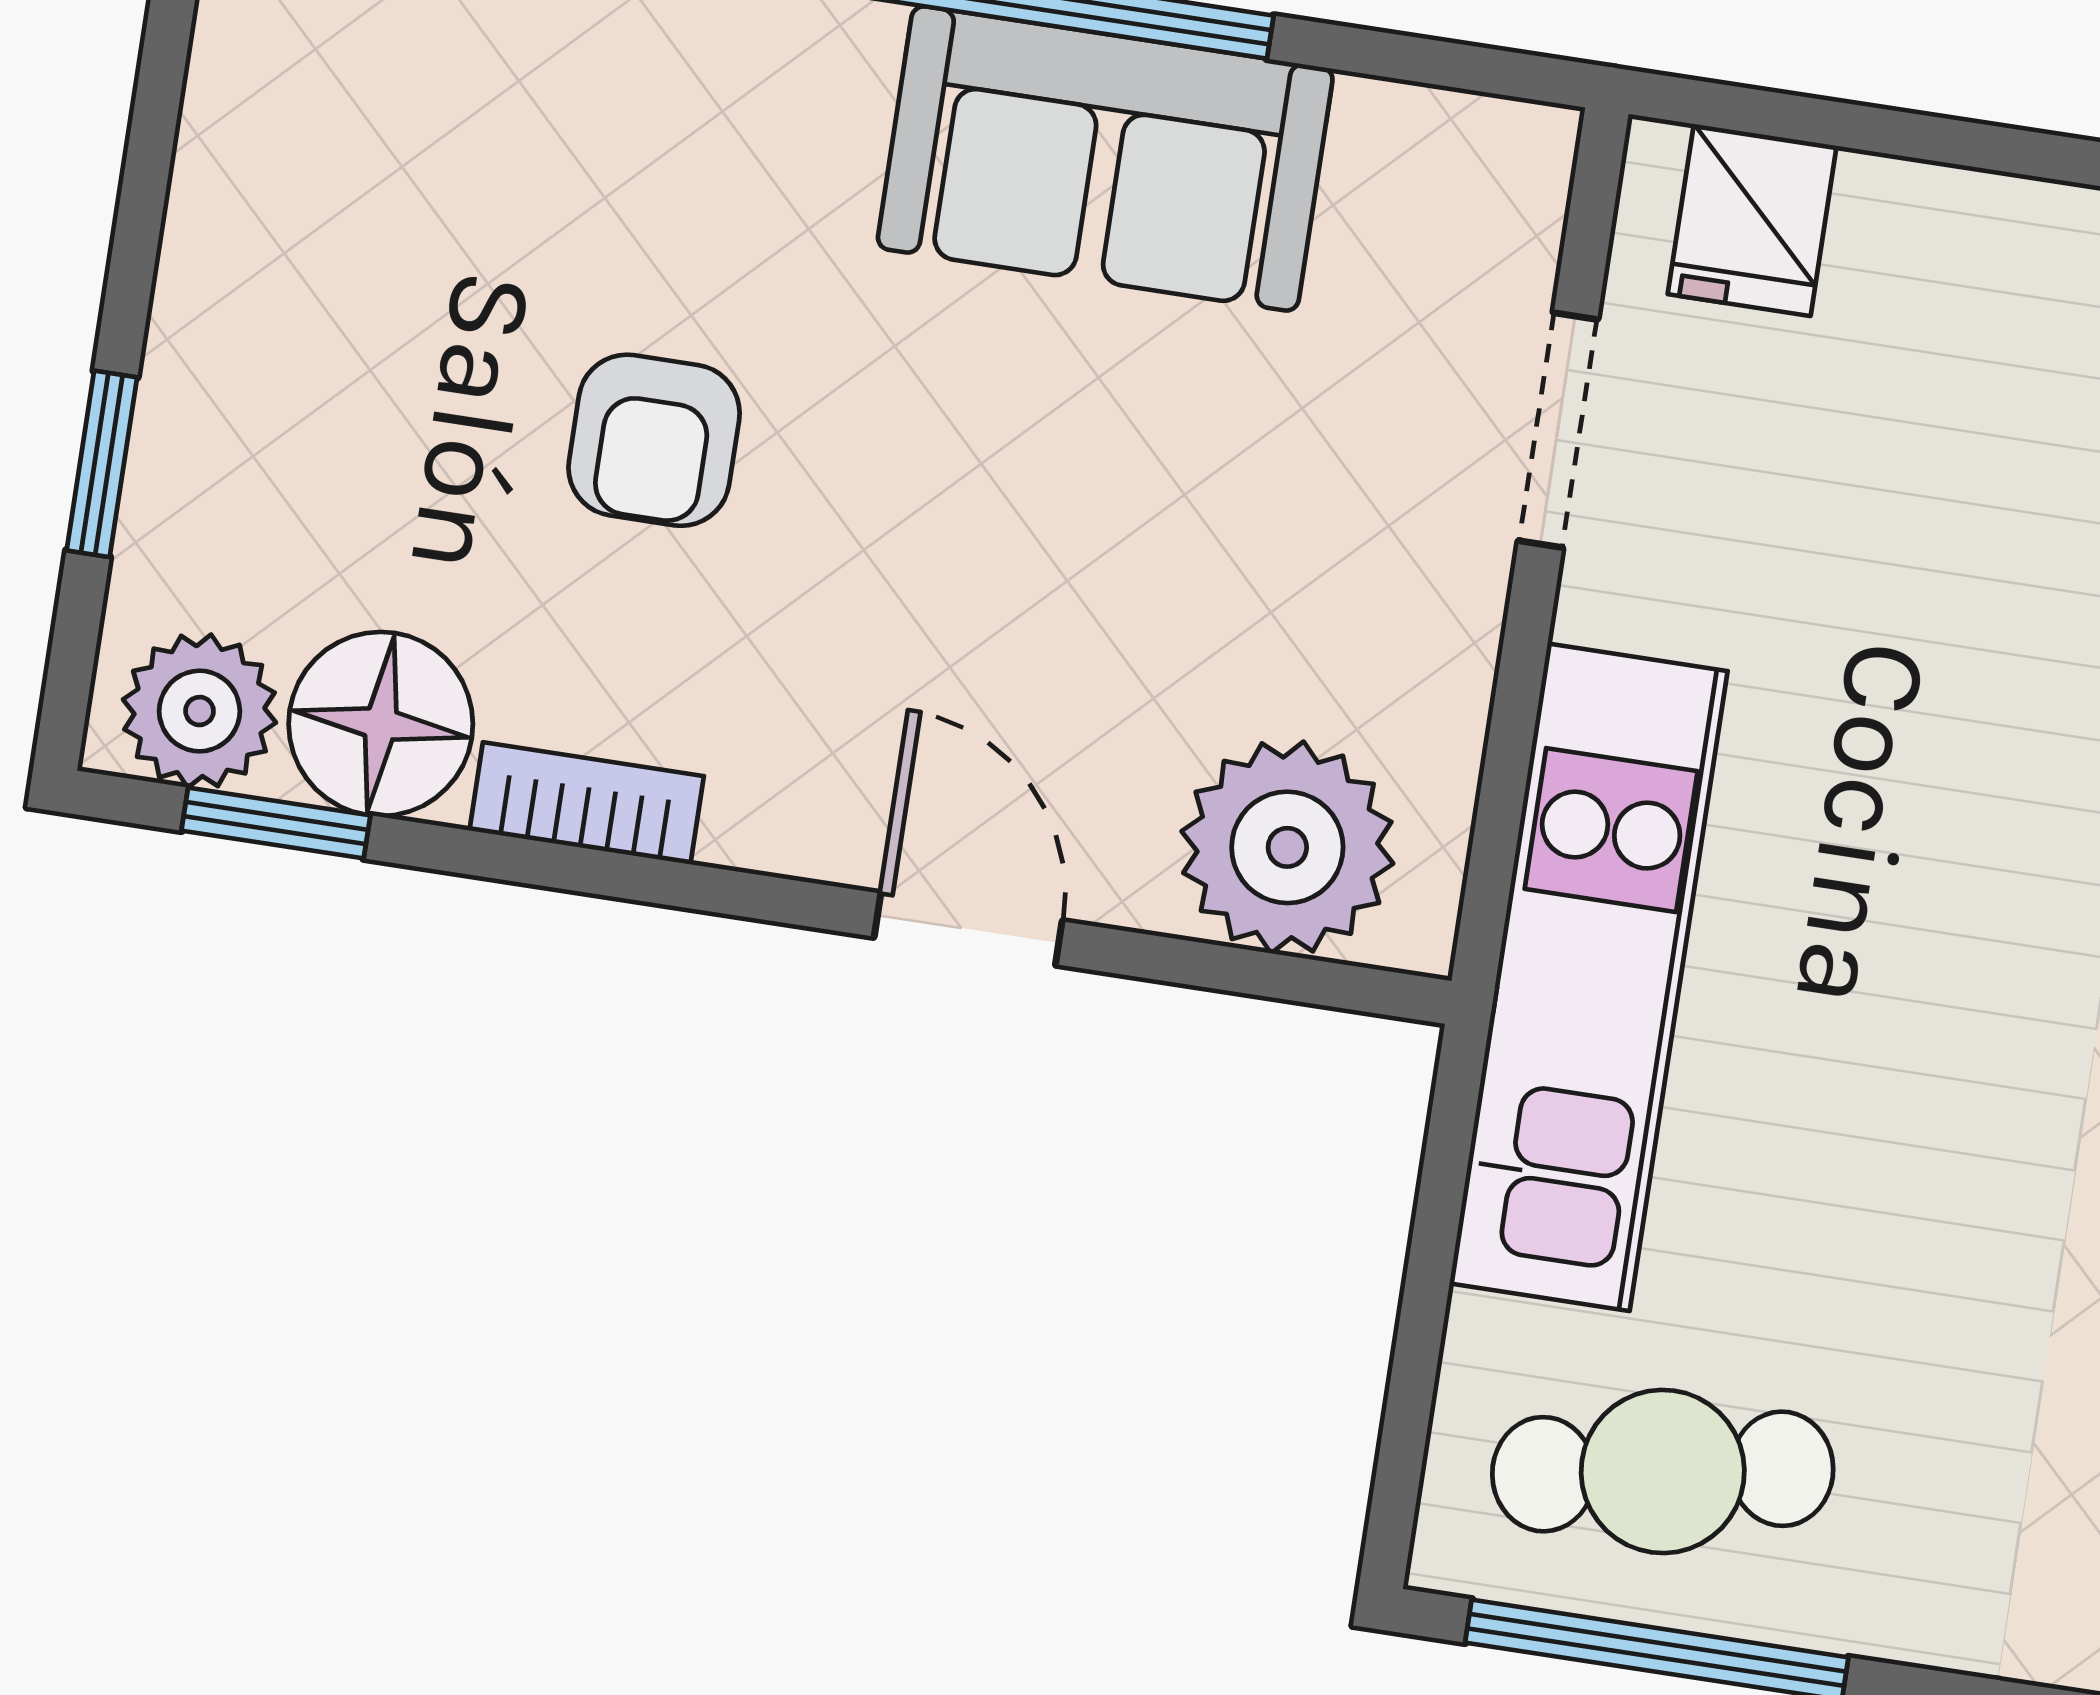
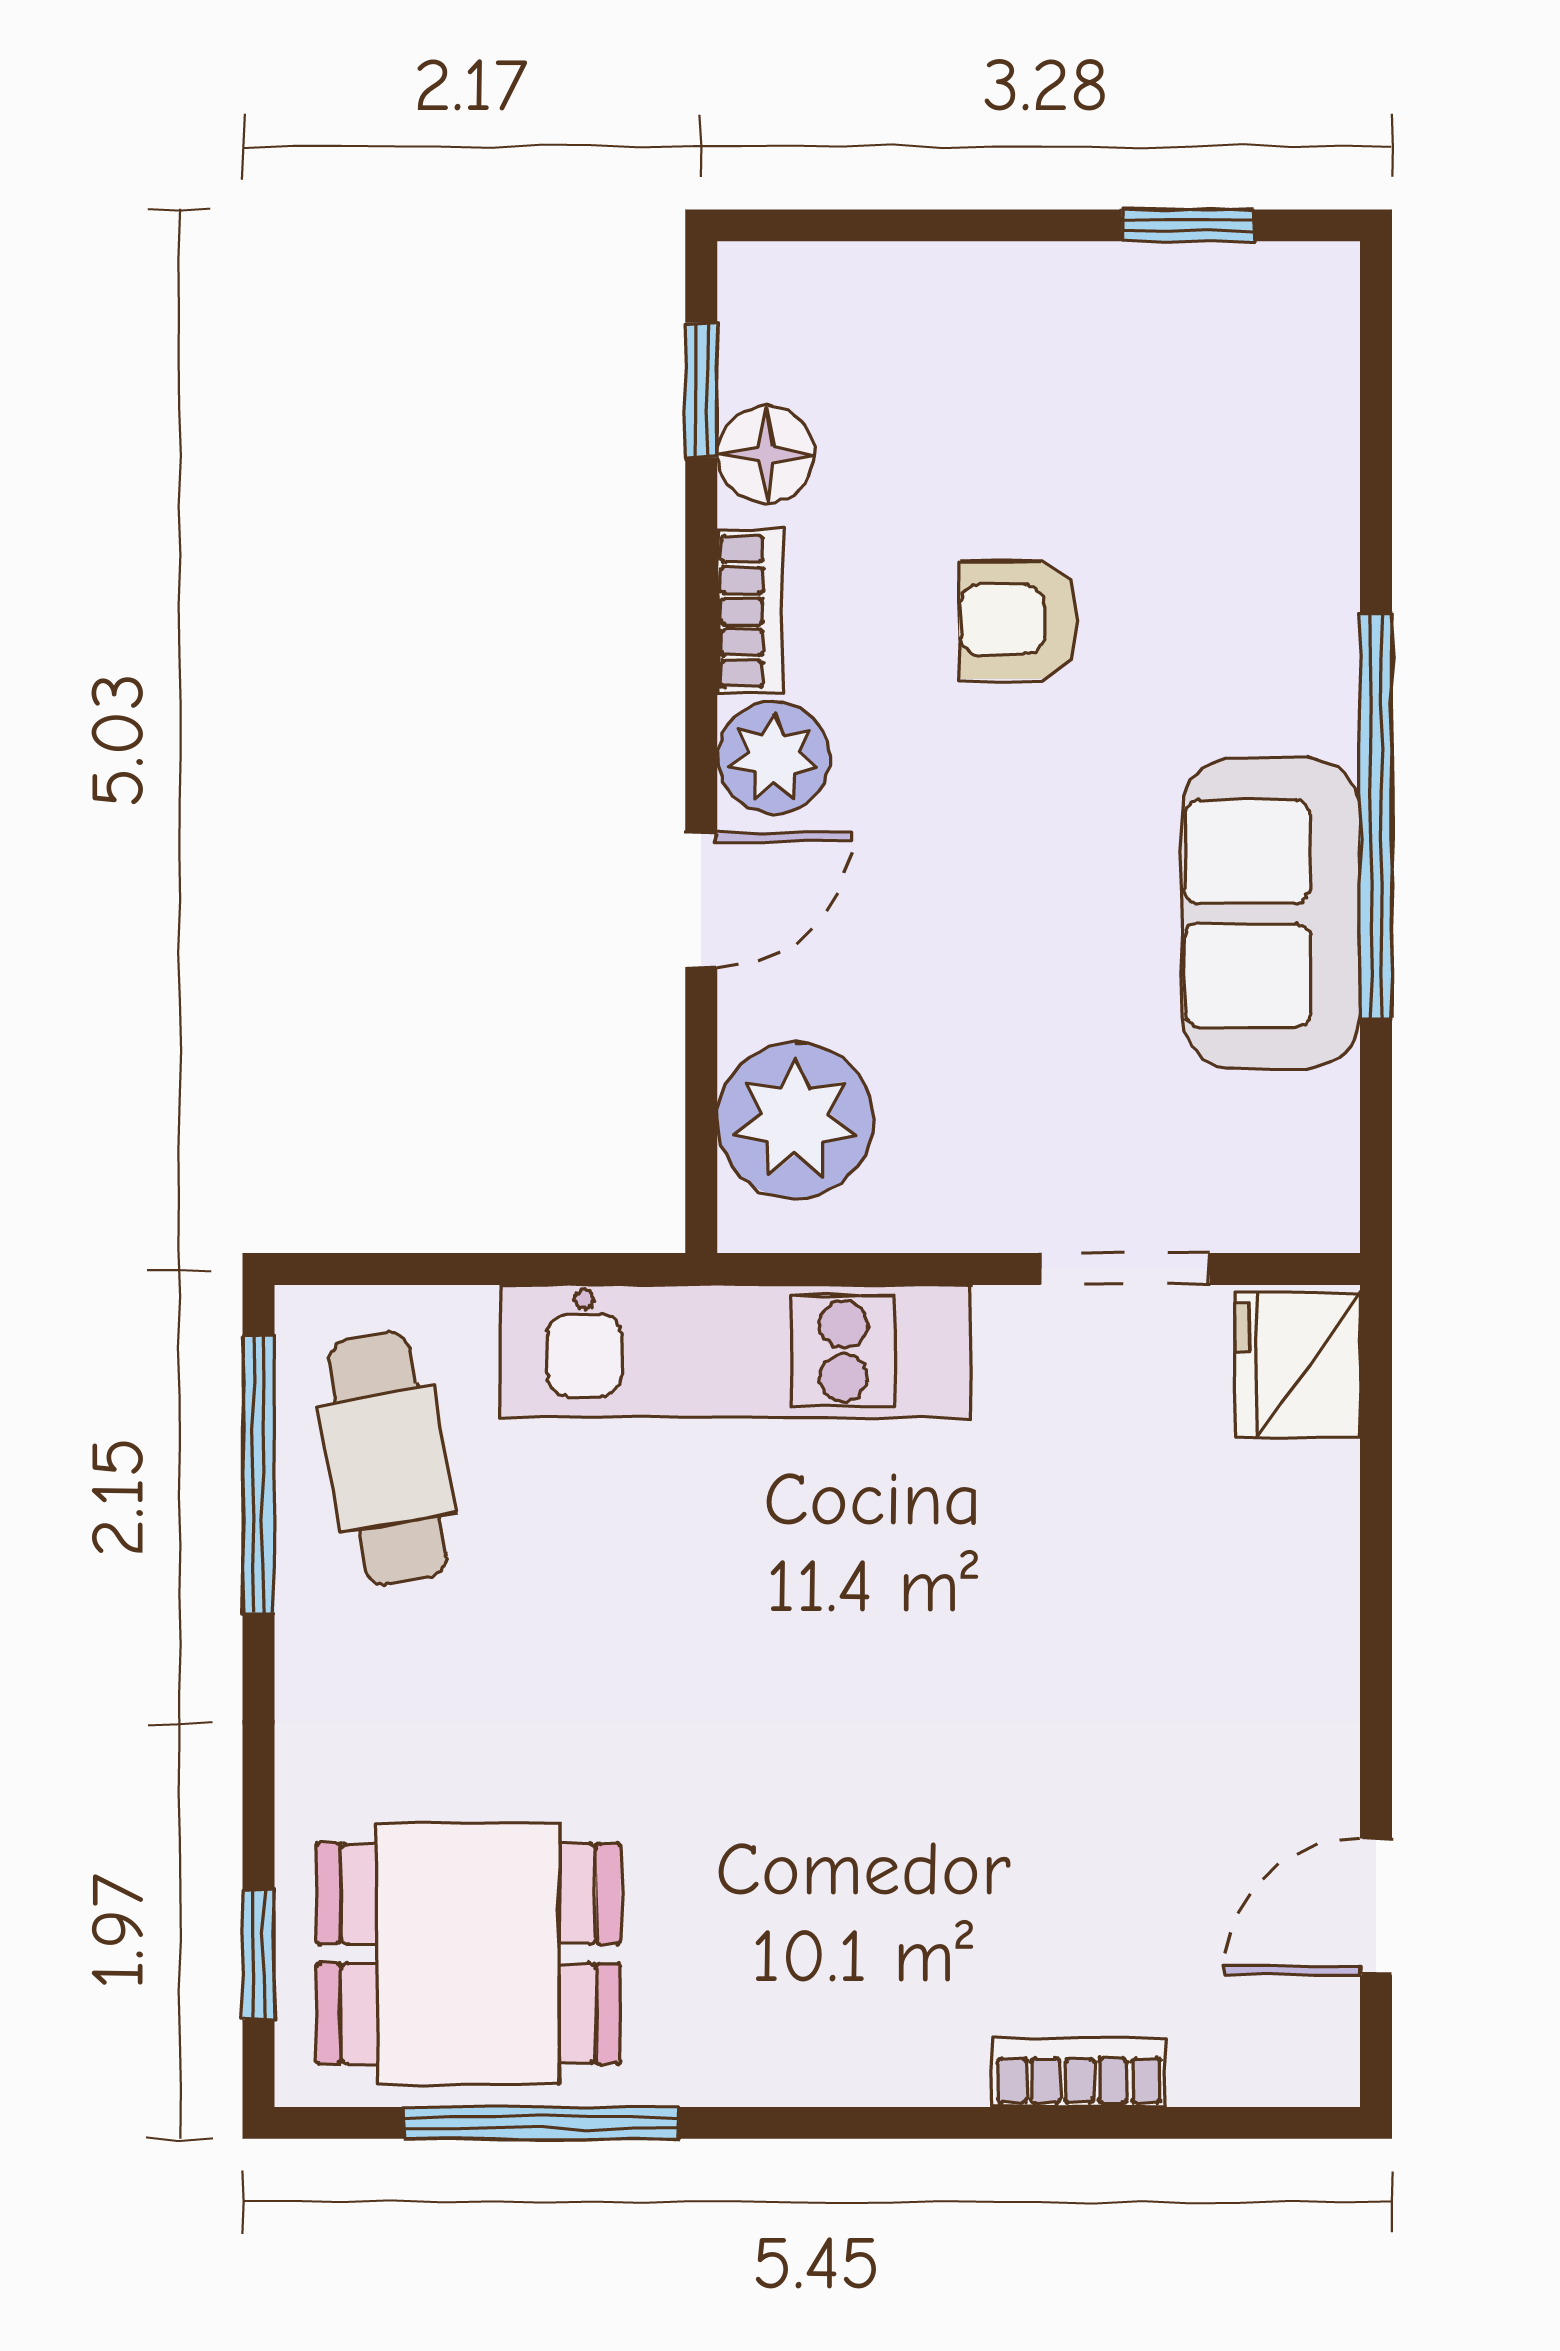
fridge: (1752, 220) -> (1298, 1365), width x1.38
window: (102, 464) -> (1188, 225), moved
plant: (199, 711) -> (773, 758), moved
floor lamp: (381, 724) -> (766, 455), width x0.73, depth x0.73

